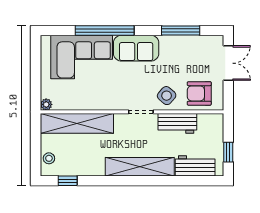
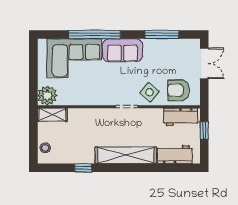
plant: (46, 104) -> (47, 96), width x1.87, depth x1.87
shelving: (77, 123) -> (52, 115), width x0.45, depth x0.75
workbench: (177, 123) -> (181, 117), moved
window: (228, 152) -> (204, 130), moved
window: (68, 181) -> (83, 168), moved

